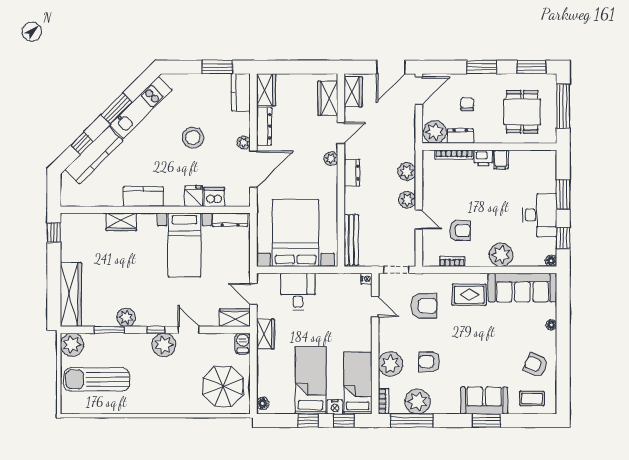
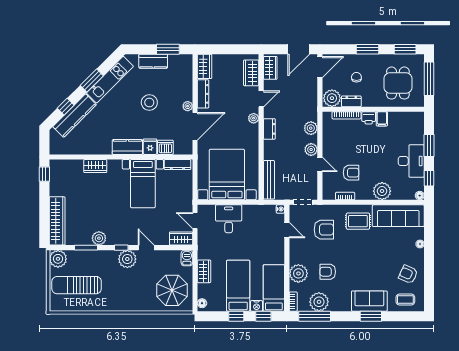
kitchen counter: (241, 92) -> (153, 61), moved, turned -90
kitchen counter: (143, 197) -> (127, 147), moved
wardrobe: (265, 334) -> (204, 271), moved

